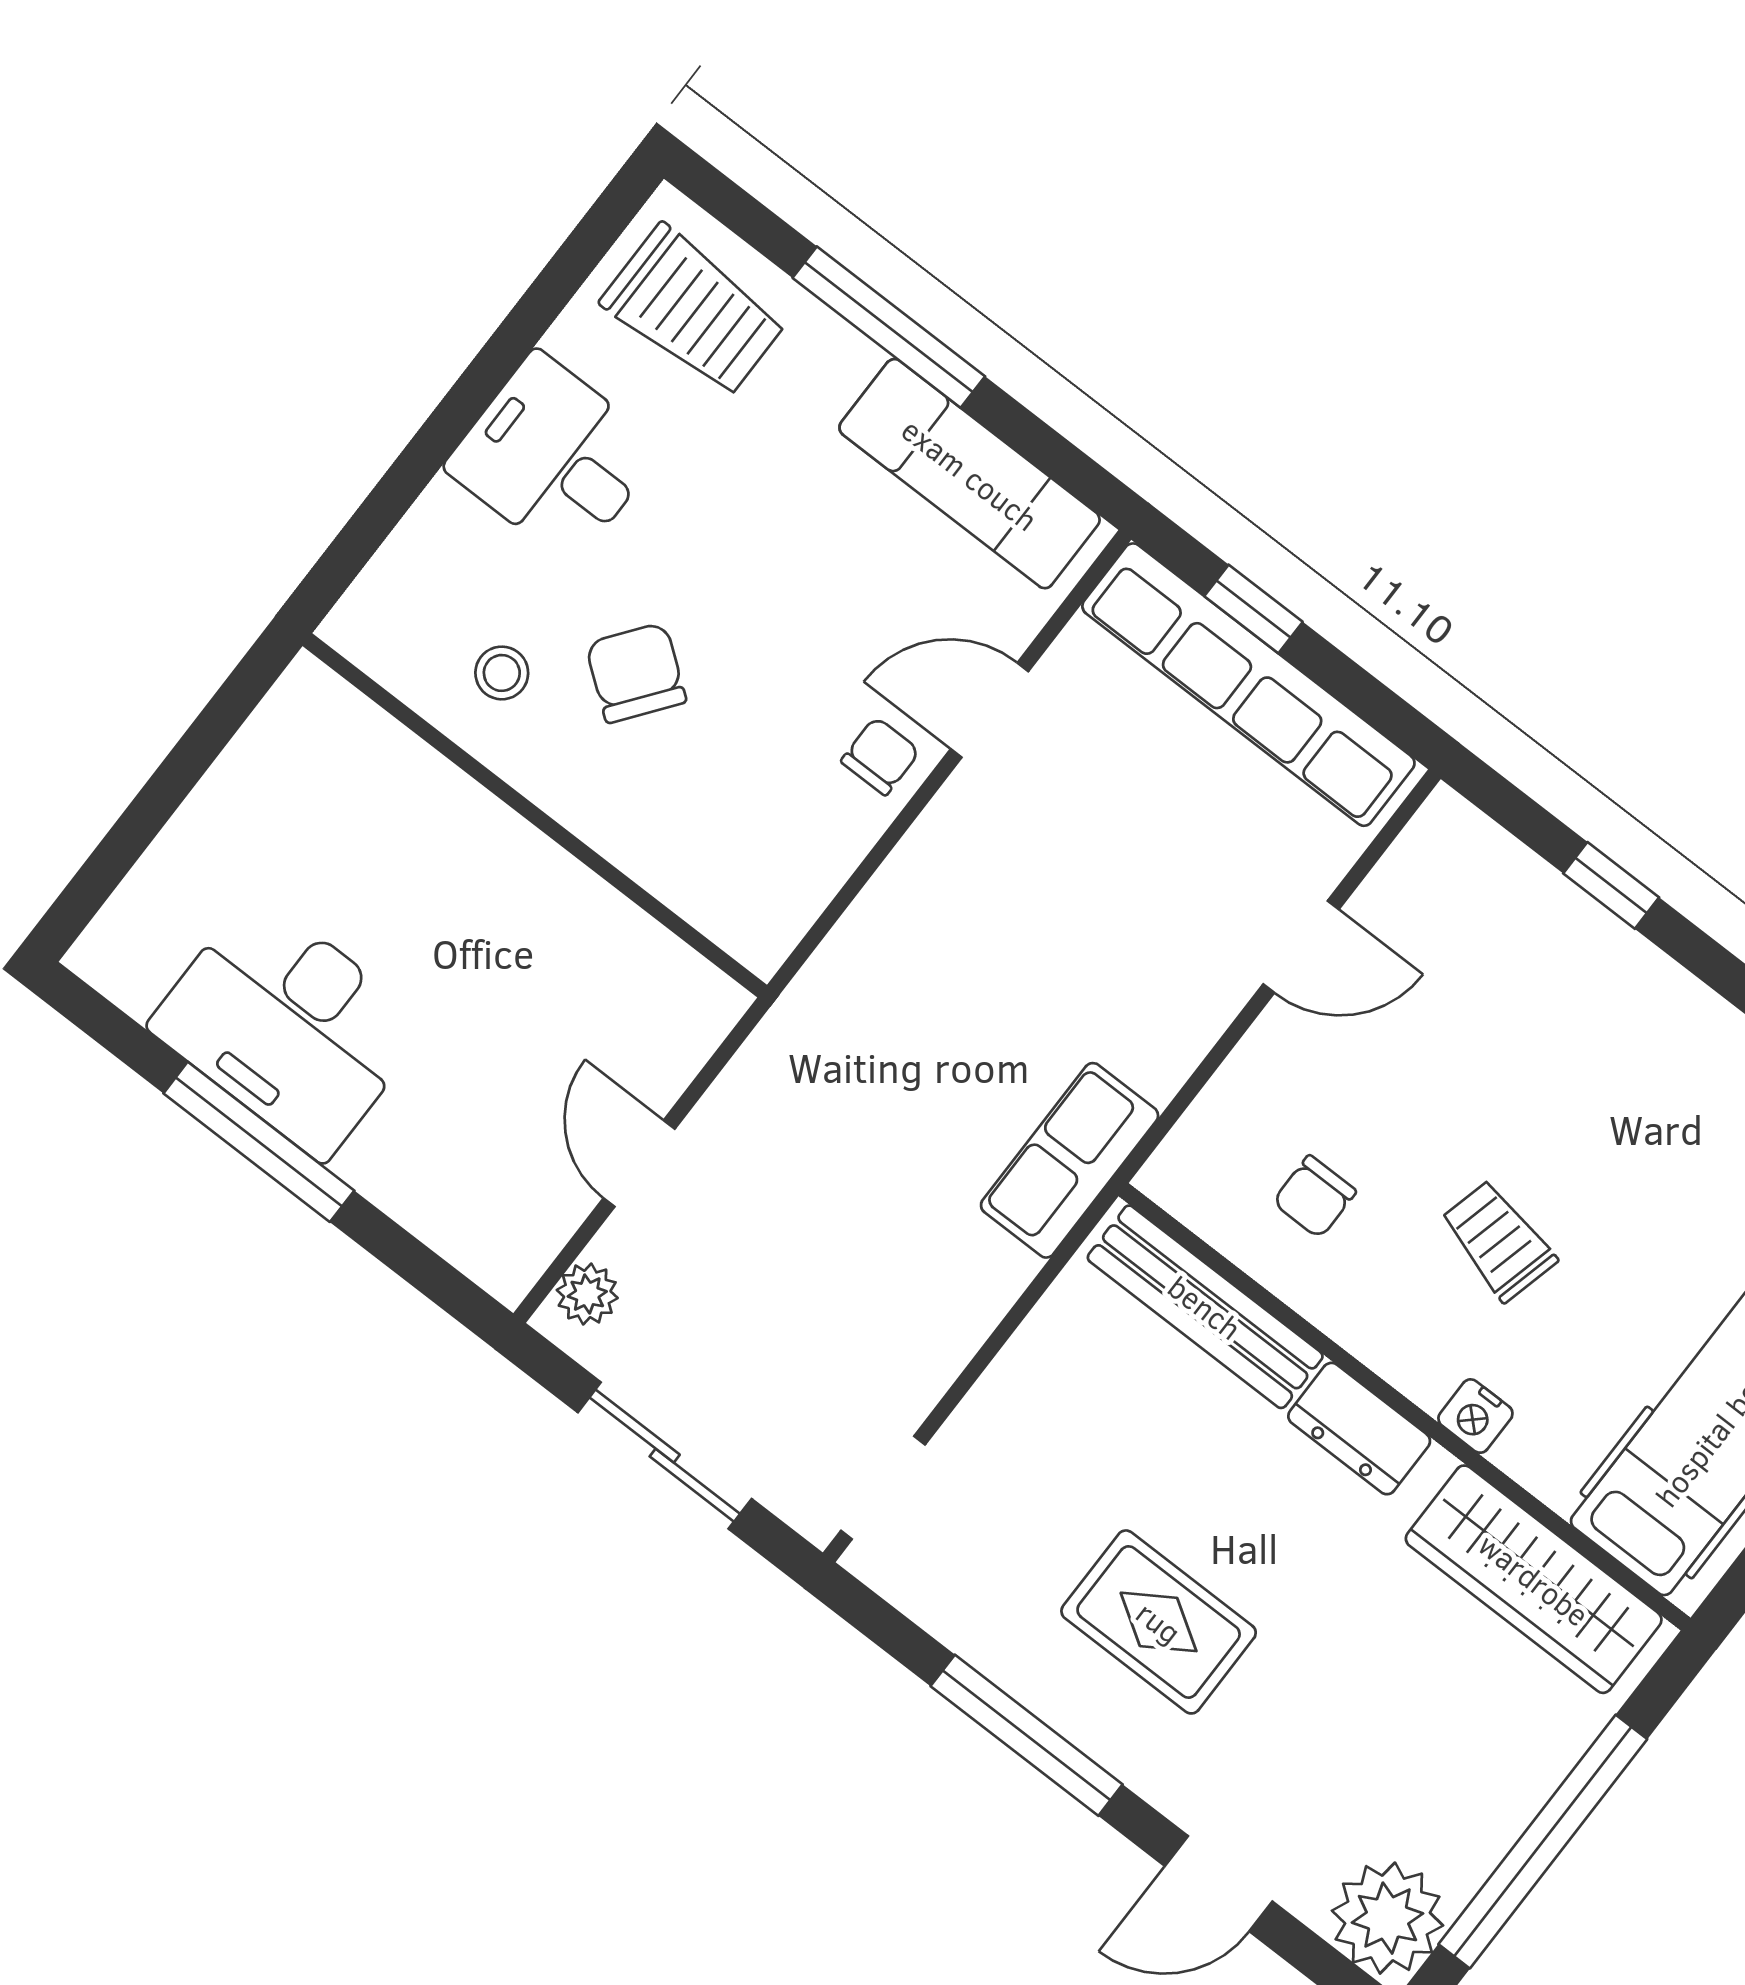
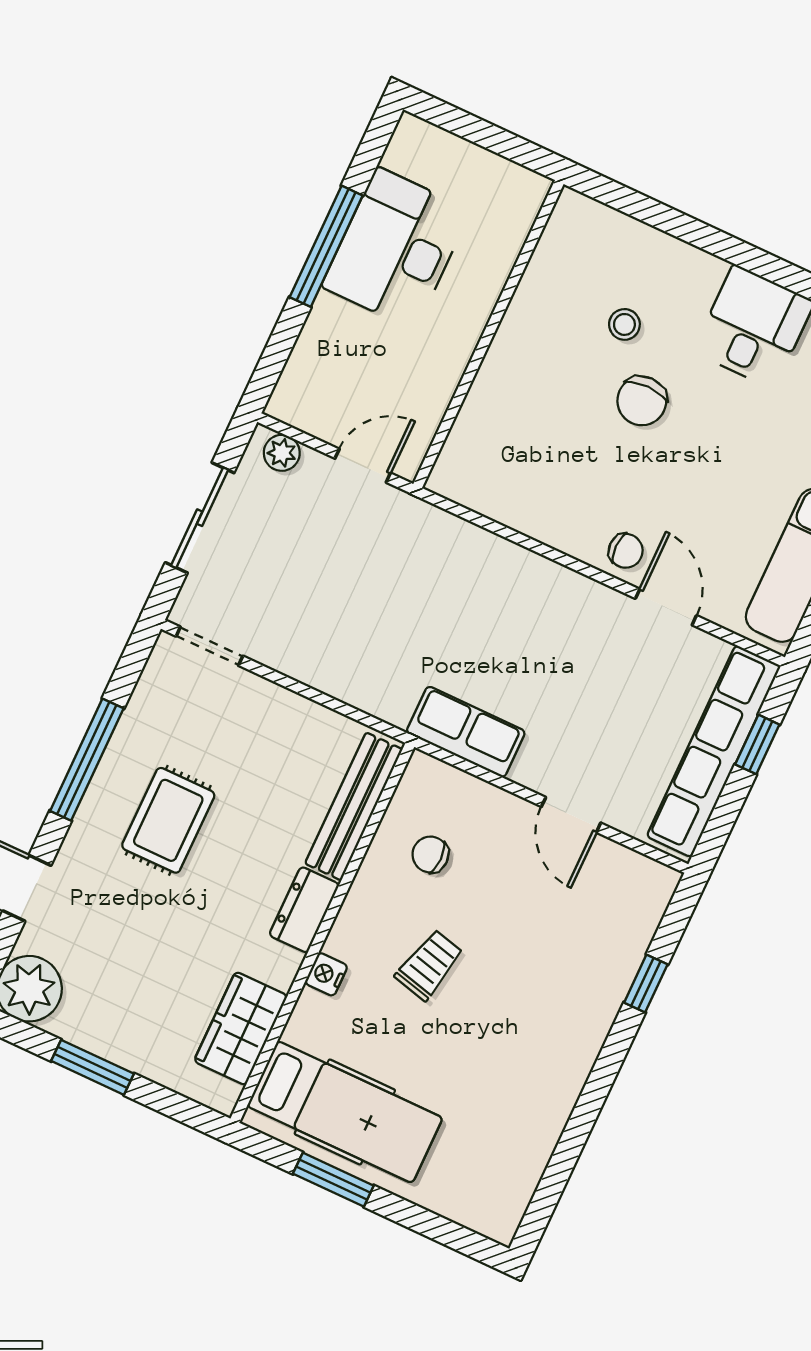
chair: (636, 673) -> (642, 401), turned 143
wall: (535, 815) -> (488, 334), moved
row of seats: (1070, 1160) -> (466, 732), moved
wardrobe: (1534, 1579) -> (241, 1028), width x0.67
window: (1543, 1842) -> (92, 1067), width x0.47

